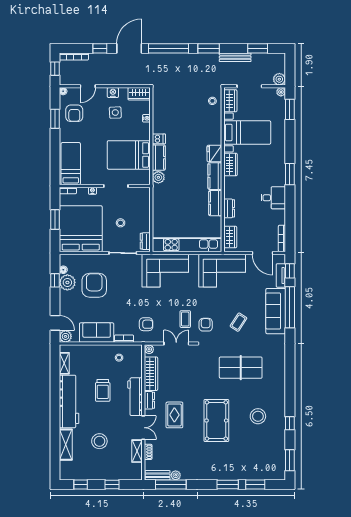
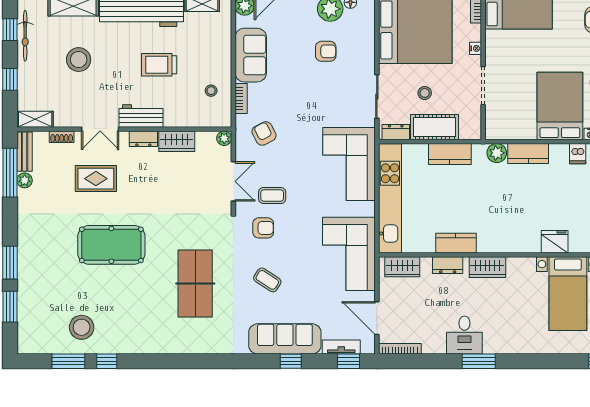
dishwasher: (159, 139) -> (578, 154), moved
fridge: (214, 153) -> (555, 242), moved
bed: (129, 155) -> (560, 106), moved
wardrobe: (230, 164) -> (487, 267), moved
window: (290, 174) -> (479, 361), moved
kitchen counter: (215, 176) -> (450, 154), moved, turned 180
cot: (142, 217) -> (435, 127), added
door: (263, 253) -> (377, 318), hinge flipped
armchair: (94, 285) -> (326, 51), width x0.53, depth x0.53
window: (290, 307) -> (291, 361), width x0.32
armchair: (146, 324) -> (264, 133), turned 153
wardrobe: (151, 374) -> (177, 141), width x0.67
workbench: (135, 397) -> (141, 116), width x0.73
rug: (174, 415) -> (96, 179), moved
stool: (258, 416) -> (82, 327), moved
shelving: (137, 451) -> (35, 119), moved
window: (290, 460) -> (68, 361), moved
bicycle: (84, 475) -> (25, 36), added

